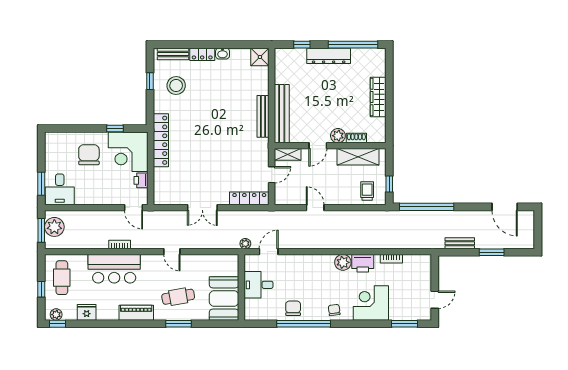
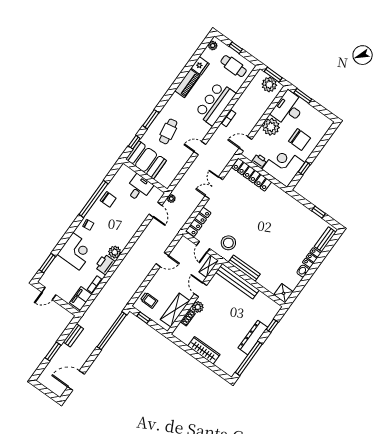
stool: (176, 86) -> (228, 243), moved
locker: (161, 140) -> (252, 175), moved
desk: (60, 189) -> (288, 109), width x1.37
plant: (97, 194) -> (271, 127), added
filing cabinet: (416, 263) -> (81, 299), added
door: (435, 300) -> (49, 293), hinge flipped
piano: (136, 313) -> (187, 83), moved
window: (58, 324) -> (134, 142), moved

